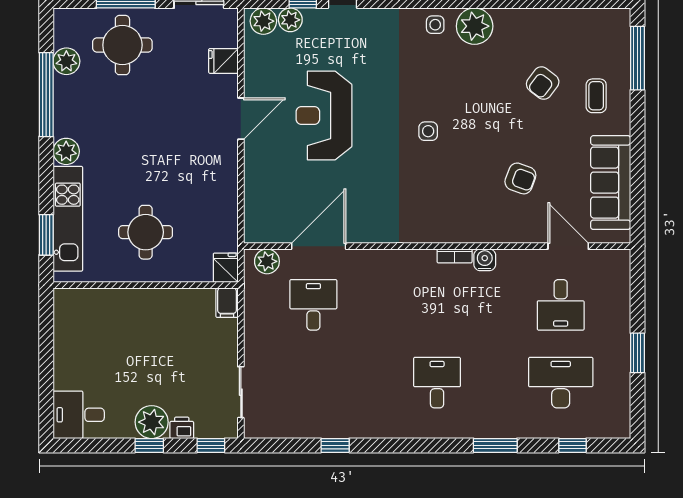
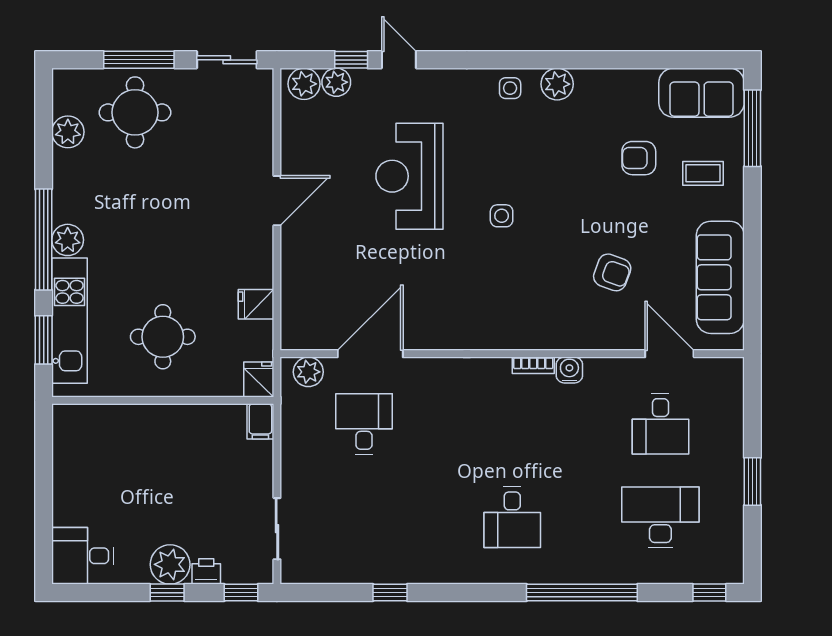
plant: (475, 26) -> (557, 84), width x0.73, depth x0.73
sofa: (595, 29) -> (702, 93), added
fridge: (223, 61) -> (256, 304), moved
armchair: (543, 83) -> (639, 158), turned 53
window: (46, 95) -> (44, 240), moved
coffee table: (596, 96) -> (703, 173), turned 90
reception desk: (324, 115) -> (409, 176), moved
desk: (437, 383) -> (512, 517), turned 180
window: (495, 445) -> (582, 593), width x2.11
window: (573, 445) -> (709, 593), moved

